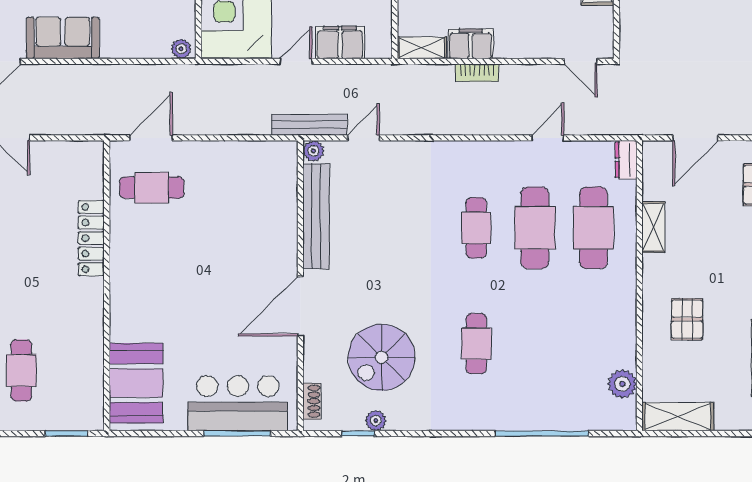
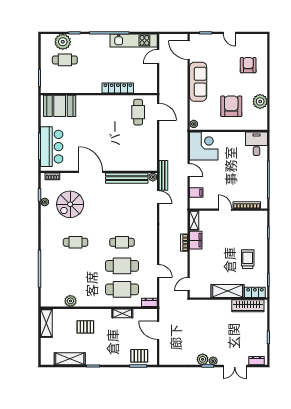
sofa: (63, 38) -> (198, 82), width x1.36
filing cabinet: (340, 43) -> (196, 193), width x0.50
spiral stairs: (381, 357) -> (70, 204), turned -90
plant: (622, 384) -> (70, 301), moved

